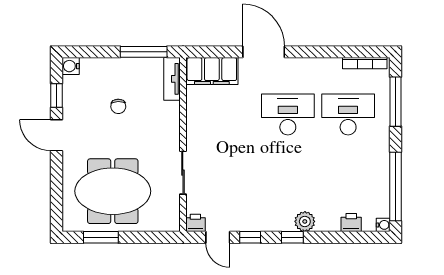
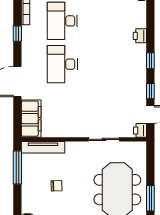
window: (330, 52) -> (17, 34), added
tv unit: (172, 79) -> (43, 147), width x1.41
plant: (305, 221) -> (139, 52), removed
printer: (351, 223) -> (140, 36), moved

